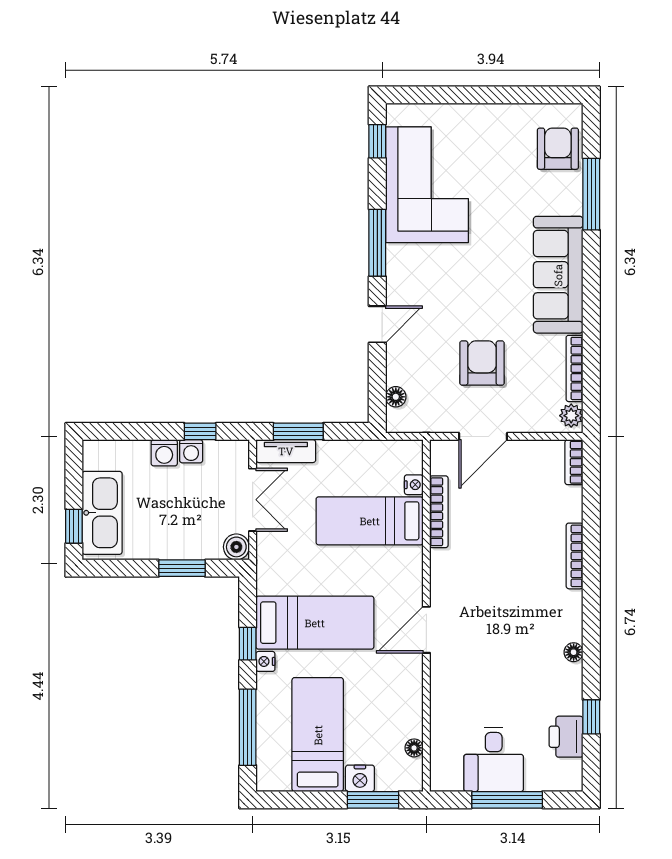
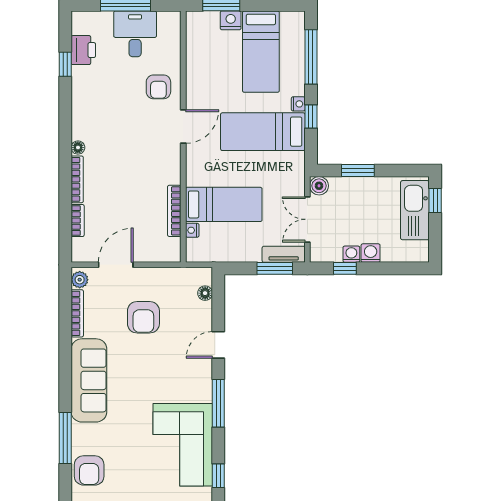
door: (483, 436) -> (116, 265), moved
bookcase: (574, 462) -> (78, 221), moved
floor lamp: (574, 652) -> (78, 148), moved
armchair: (461, 685) -> (158, 87), added
floor lamp: (414, 748) -> (192, 42), removed

